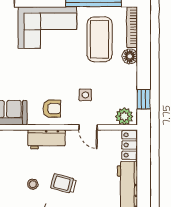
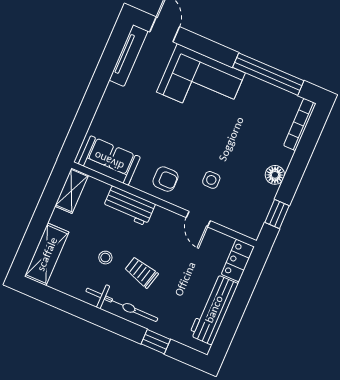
coffee table: (100, 39) -> (256, 122), removed
floor lamp: (130, 56) -> (275, 175), moved
plant: (124, 116) -> (246, 224), removed
workbench: (46, 139) -> (129, 206), moved

